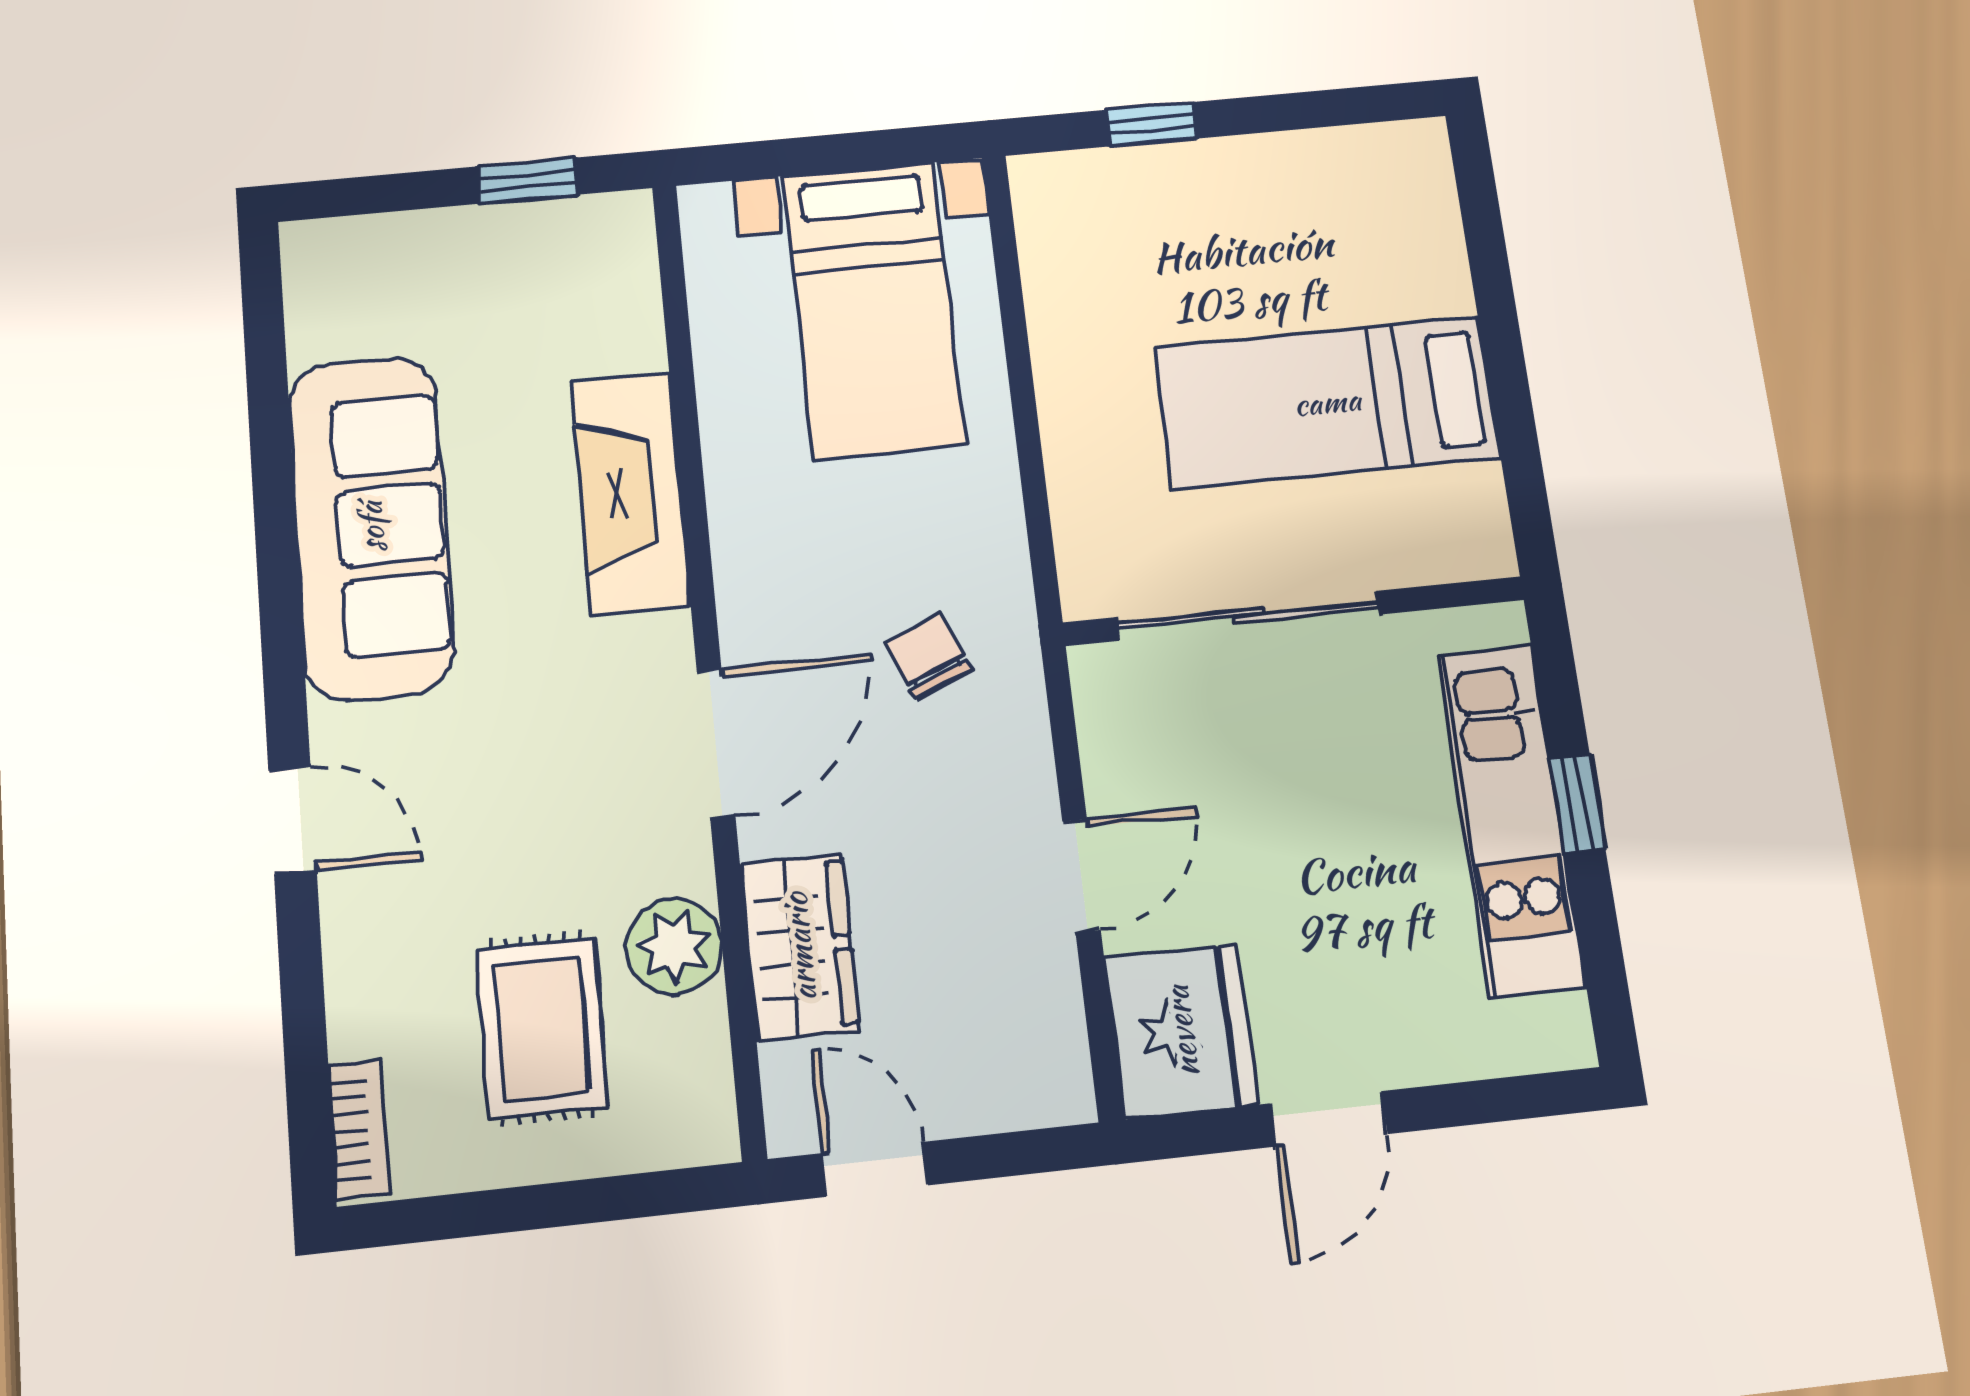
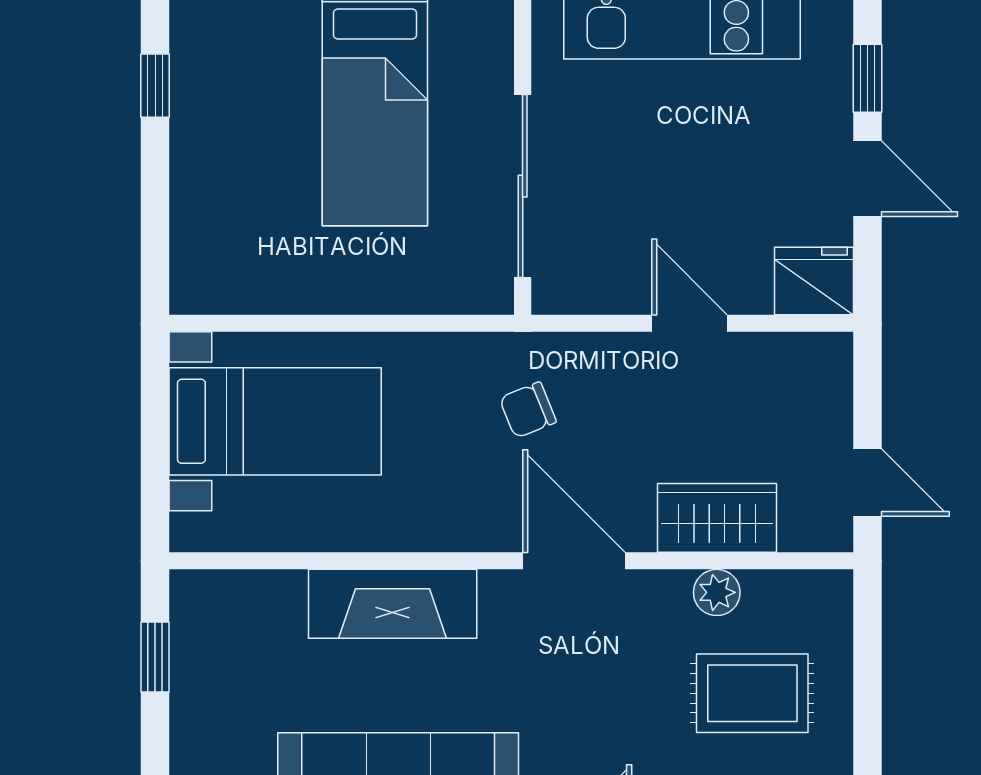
window: (1151, 124) -> (155, 86), moved
plant: (674, 947) -> (717, 592), width x0.73, depth x0.73
fridge: (1181, 1031) -> (814, 281), width x0.73, depth x0.75
window: (1477, 1102) -> (867, 78), added
door: (875, 1169) -> (867, 483), swing flipped

